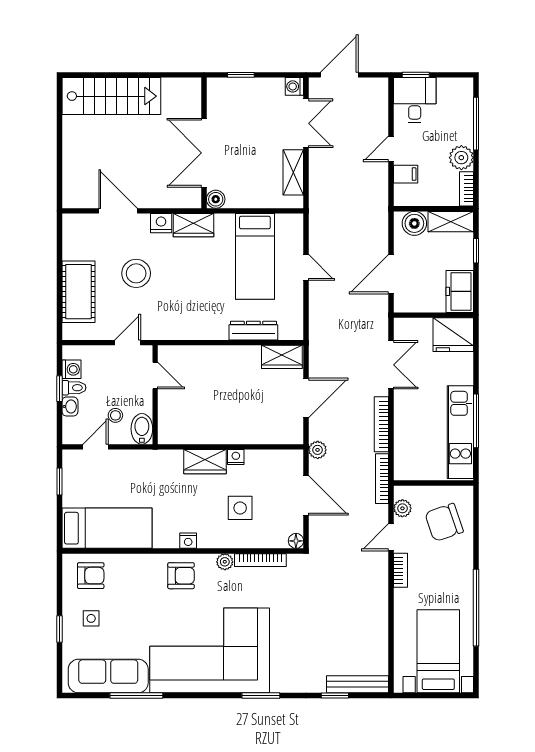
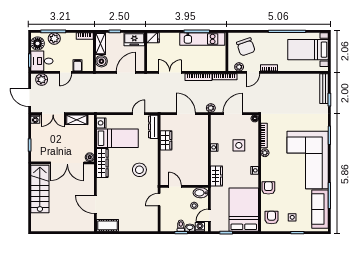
floor lamp: (451, 91) -> (38, 43), added
stairs: (111, 96) -> (40, 189), moved
plant: (376, 100) -> (42, 80), added
double door: (306, 123) -> (53, 114), swing flipped
door: (391, 149) -> (65, 72), hinge flipped
plant: (461, 158) -> (54, 39), moved
door: (118, 211) -> (95, 204), hinge flipped
nightstand: (161, 223) -> (101, 123), moved
wardrobe: (193, 225) -> (102, 163), width x1.50
door: (306, 267) -> (139, 114), moved
stool: (136, 273) -> (139, 170), moved
door: (391, 274) -> (126, 72), swing flipped
cot: (78, 292) -> (108, 225), moved, width x0.73, depth x0.75
dresser: (253, 331) -> (153, 127), moved
fridge: (453, 335) -> (153, 38), width x0.53, depth x0.75
door: (128, 343) -> (159, 200), hinge flipped
wardrobe: (282, 357) -> (166, 140), moved
washing machine: (71, 369) -> (200, 227), moved
door: (155, 375) -> (175, 186), hinge flipped
door: (95, 447) -> (209, 215), hinge flipped
wardrobe: (205, 462) -> (216, 176), moved
bed: (107, 528) -> (244, 210), width x1.50
door: (391, 537) -> (253, 72), hinge flipped
armchair: (181, 576) -> (268, 188), moved

